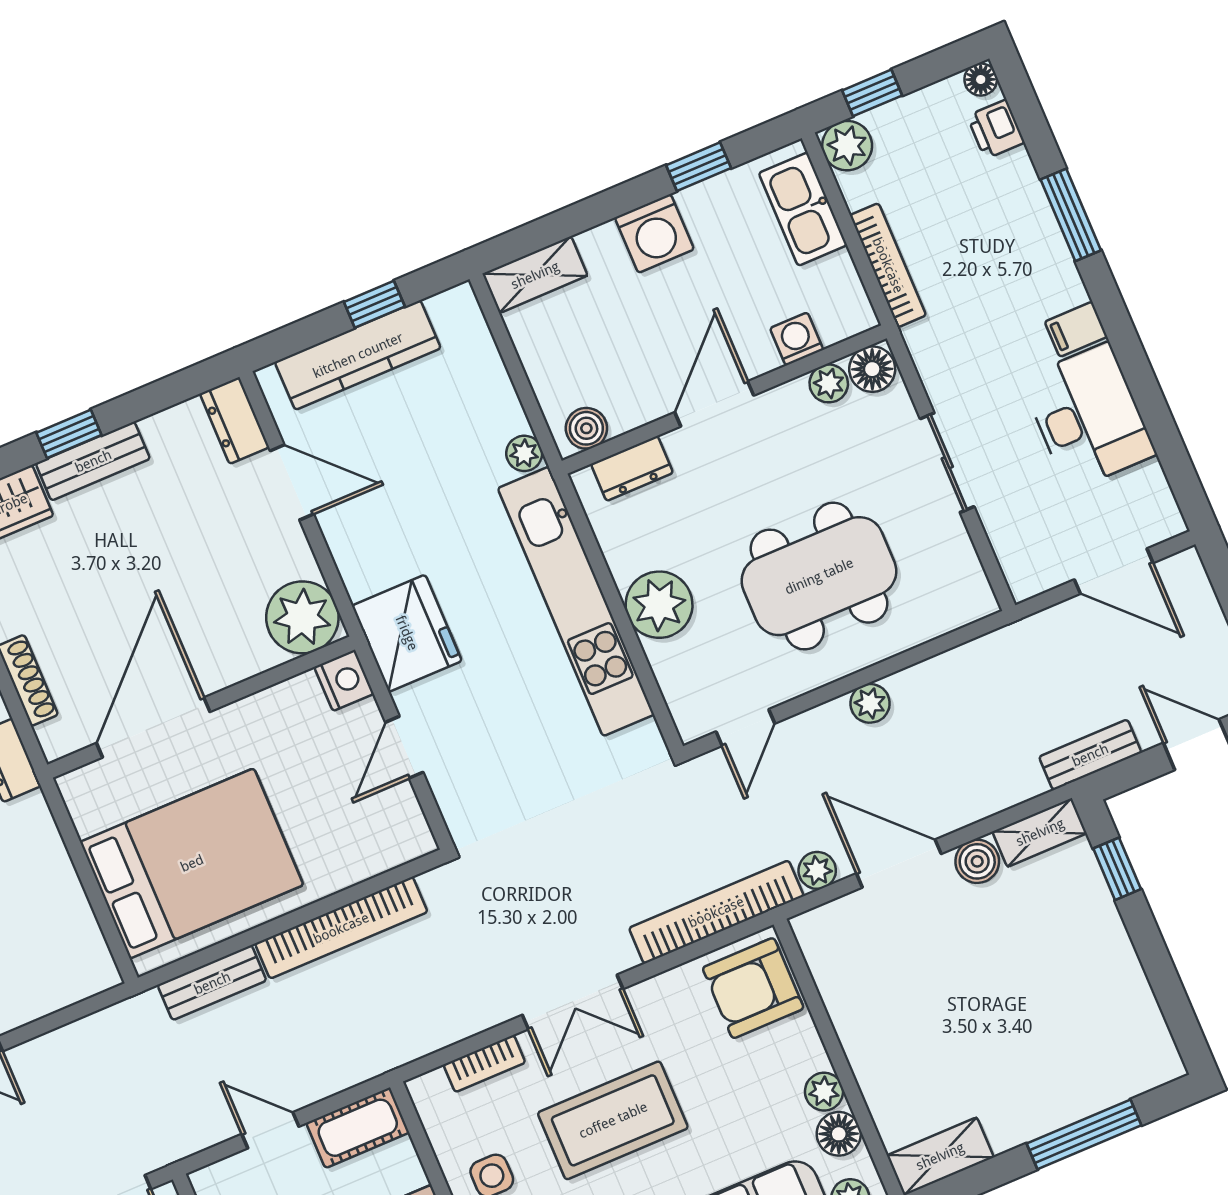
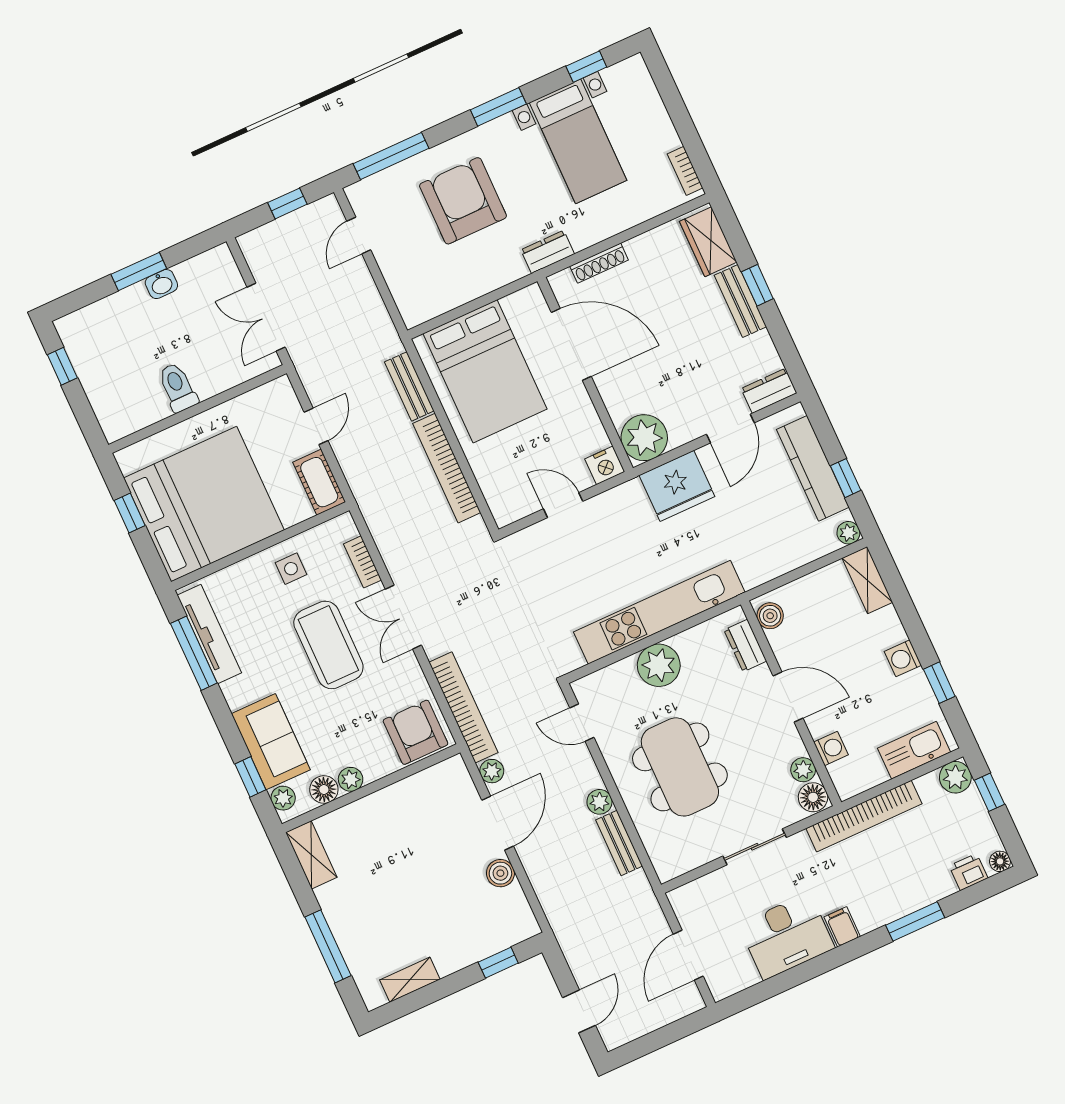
washing machine: (654, 233) -> (903, 658), width x0.73, depth x0.73
bookcase: (888, 265) -> (864, 816), width x1.48, depth x1.31
plant: (524, 453) -> (848, 533), moved
fridge: (407, 633) -> (677, 486), moved
bench: (1090, 755) -> (619, 843), moved
shelving: (1040, 832) -> (410, 980), moved, turned 90

